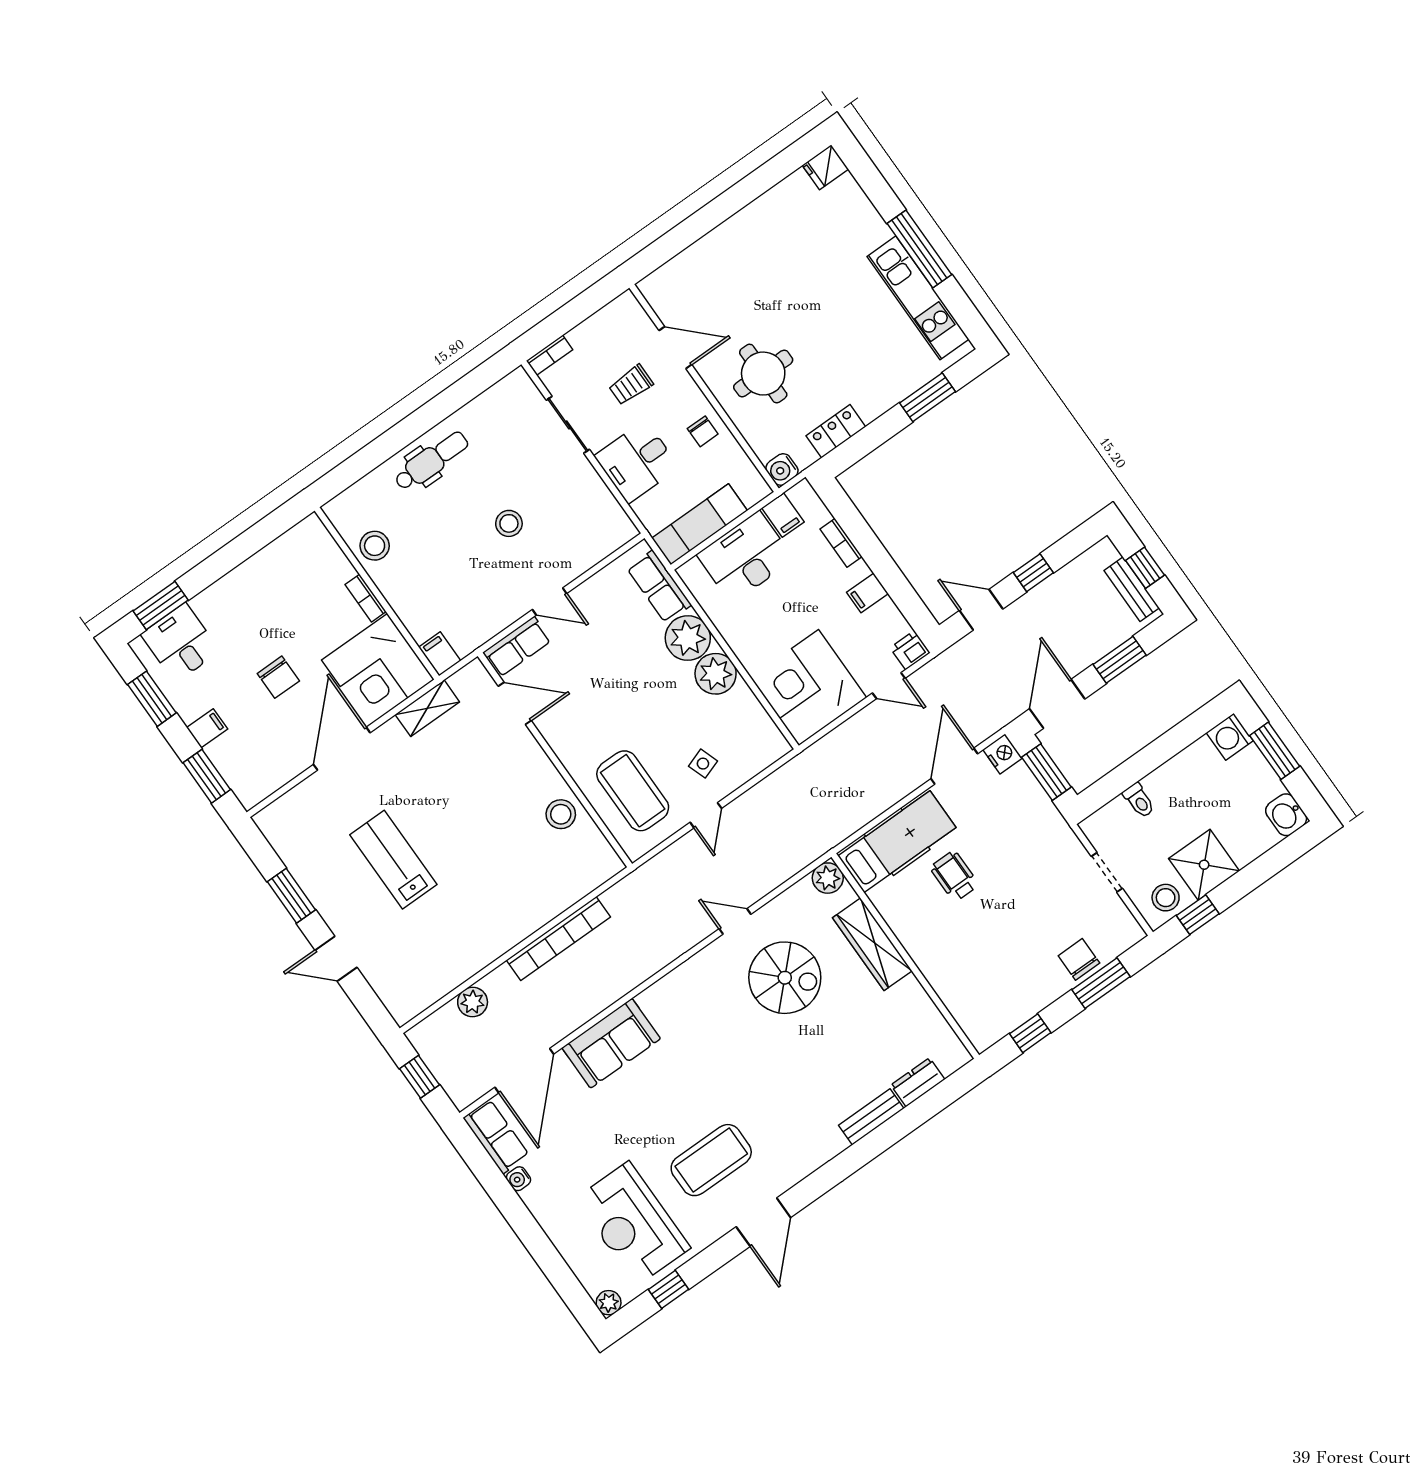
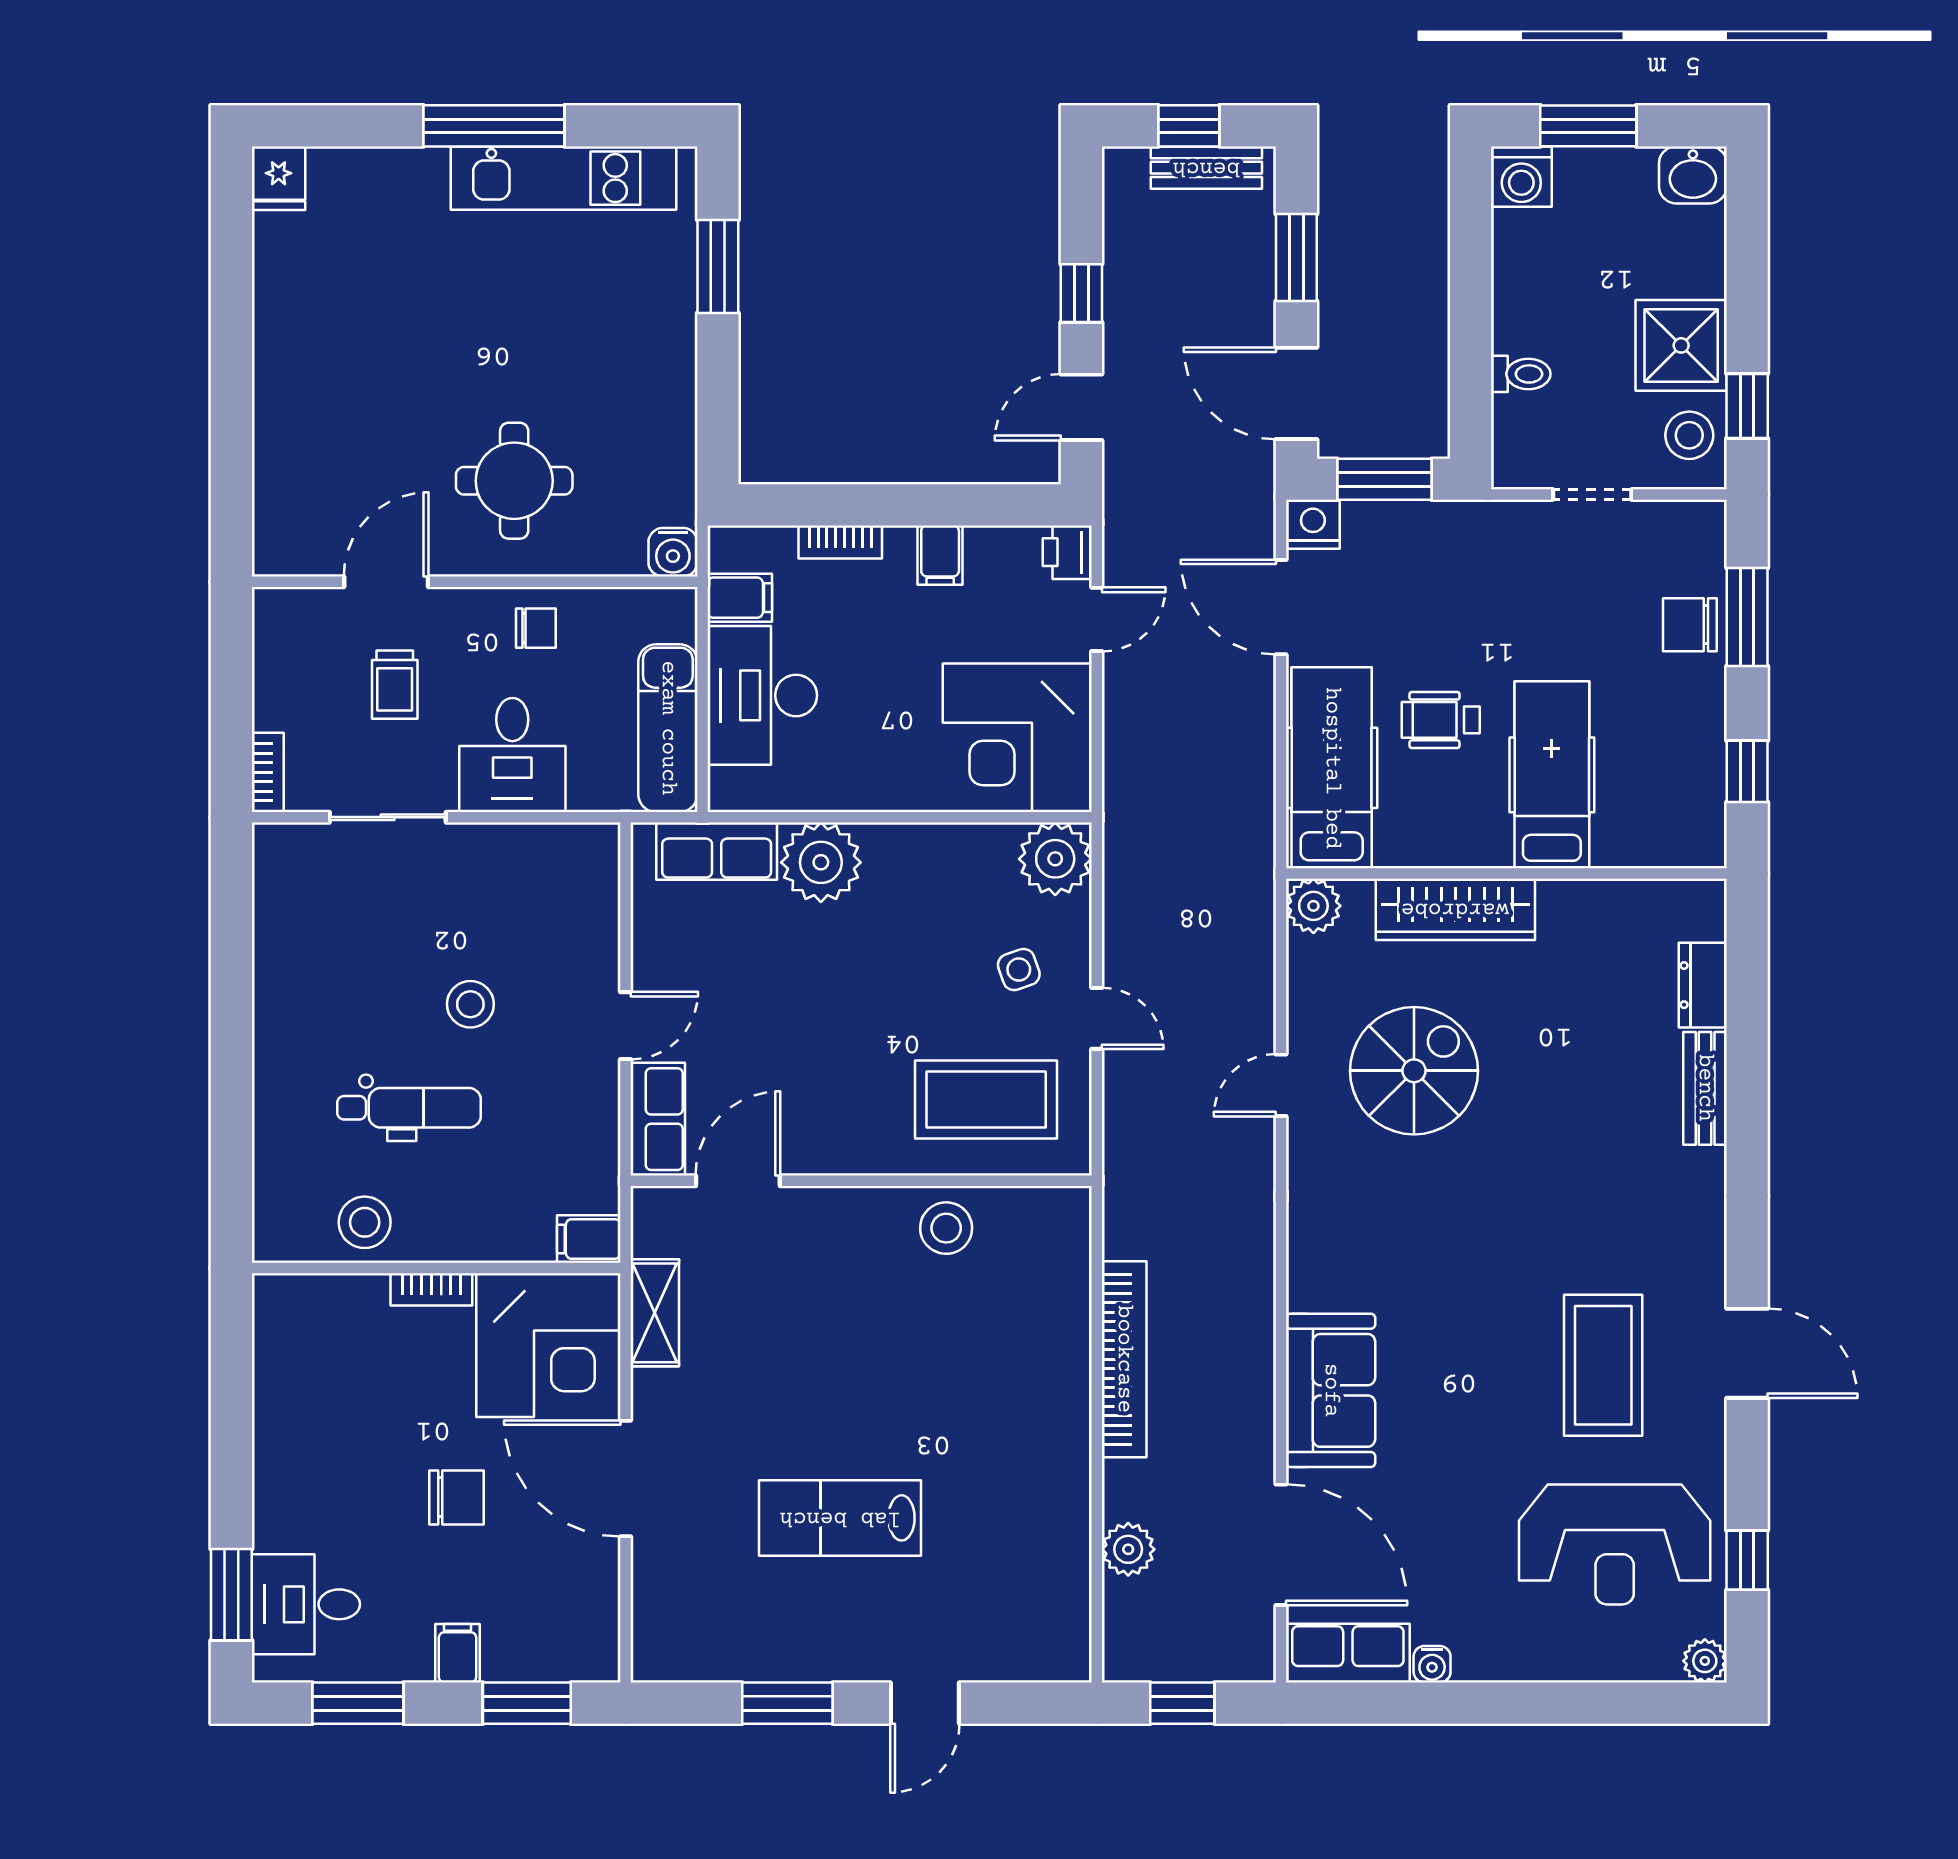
locker: (836, 431) -> (673, 435), removed
dental chair: (431, 461) -> (409, 1108), moved, turned 90
plant: (716, 674) -> (1055, 859), moved
hospital bed: (965, 945) -> (1552, 775), added

